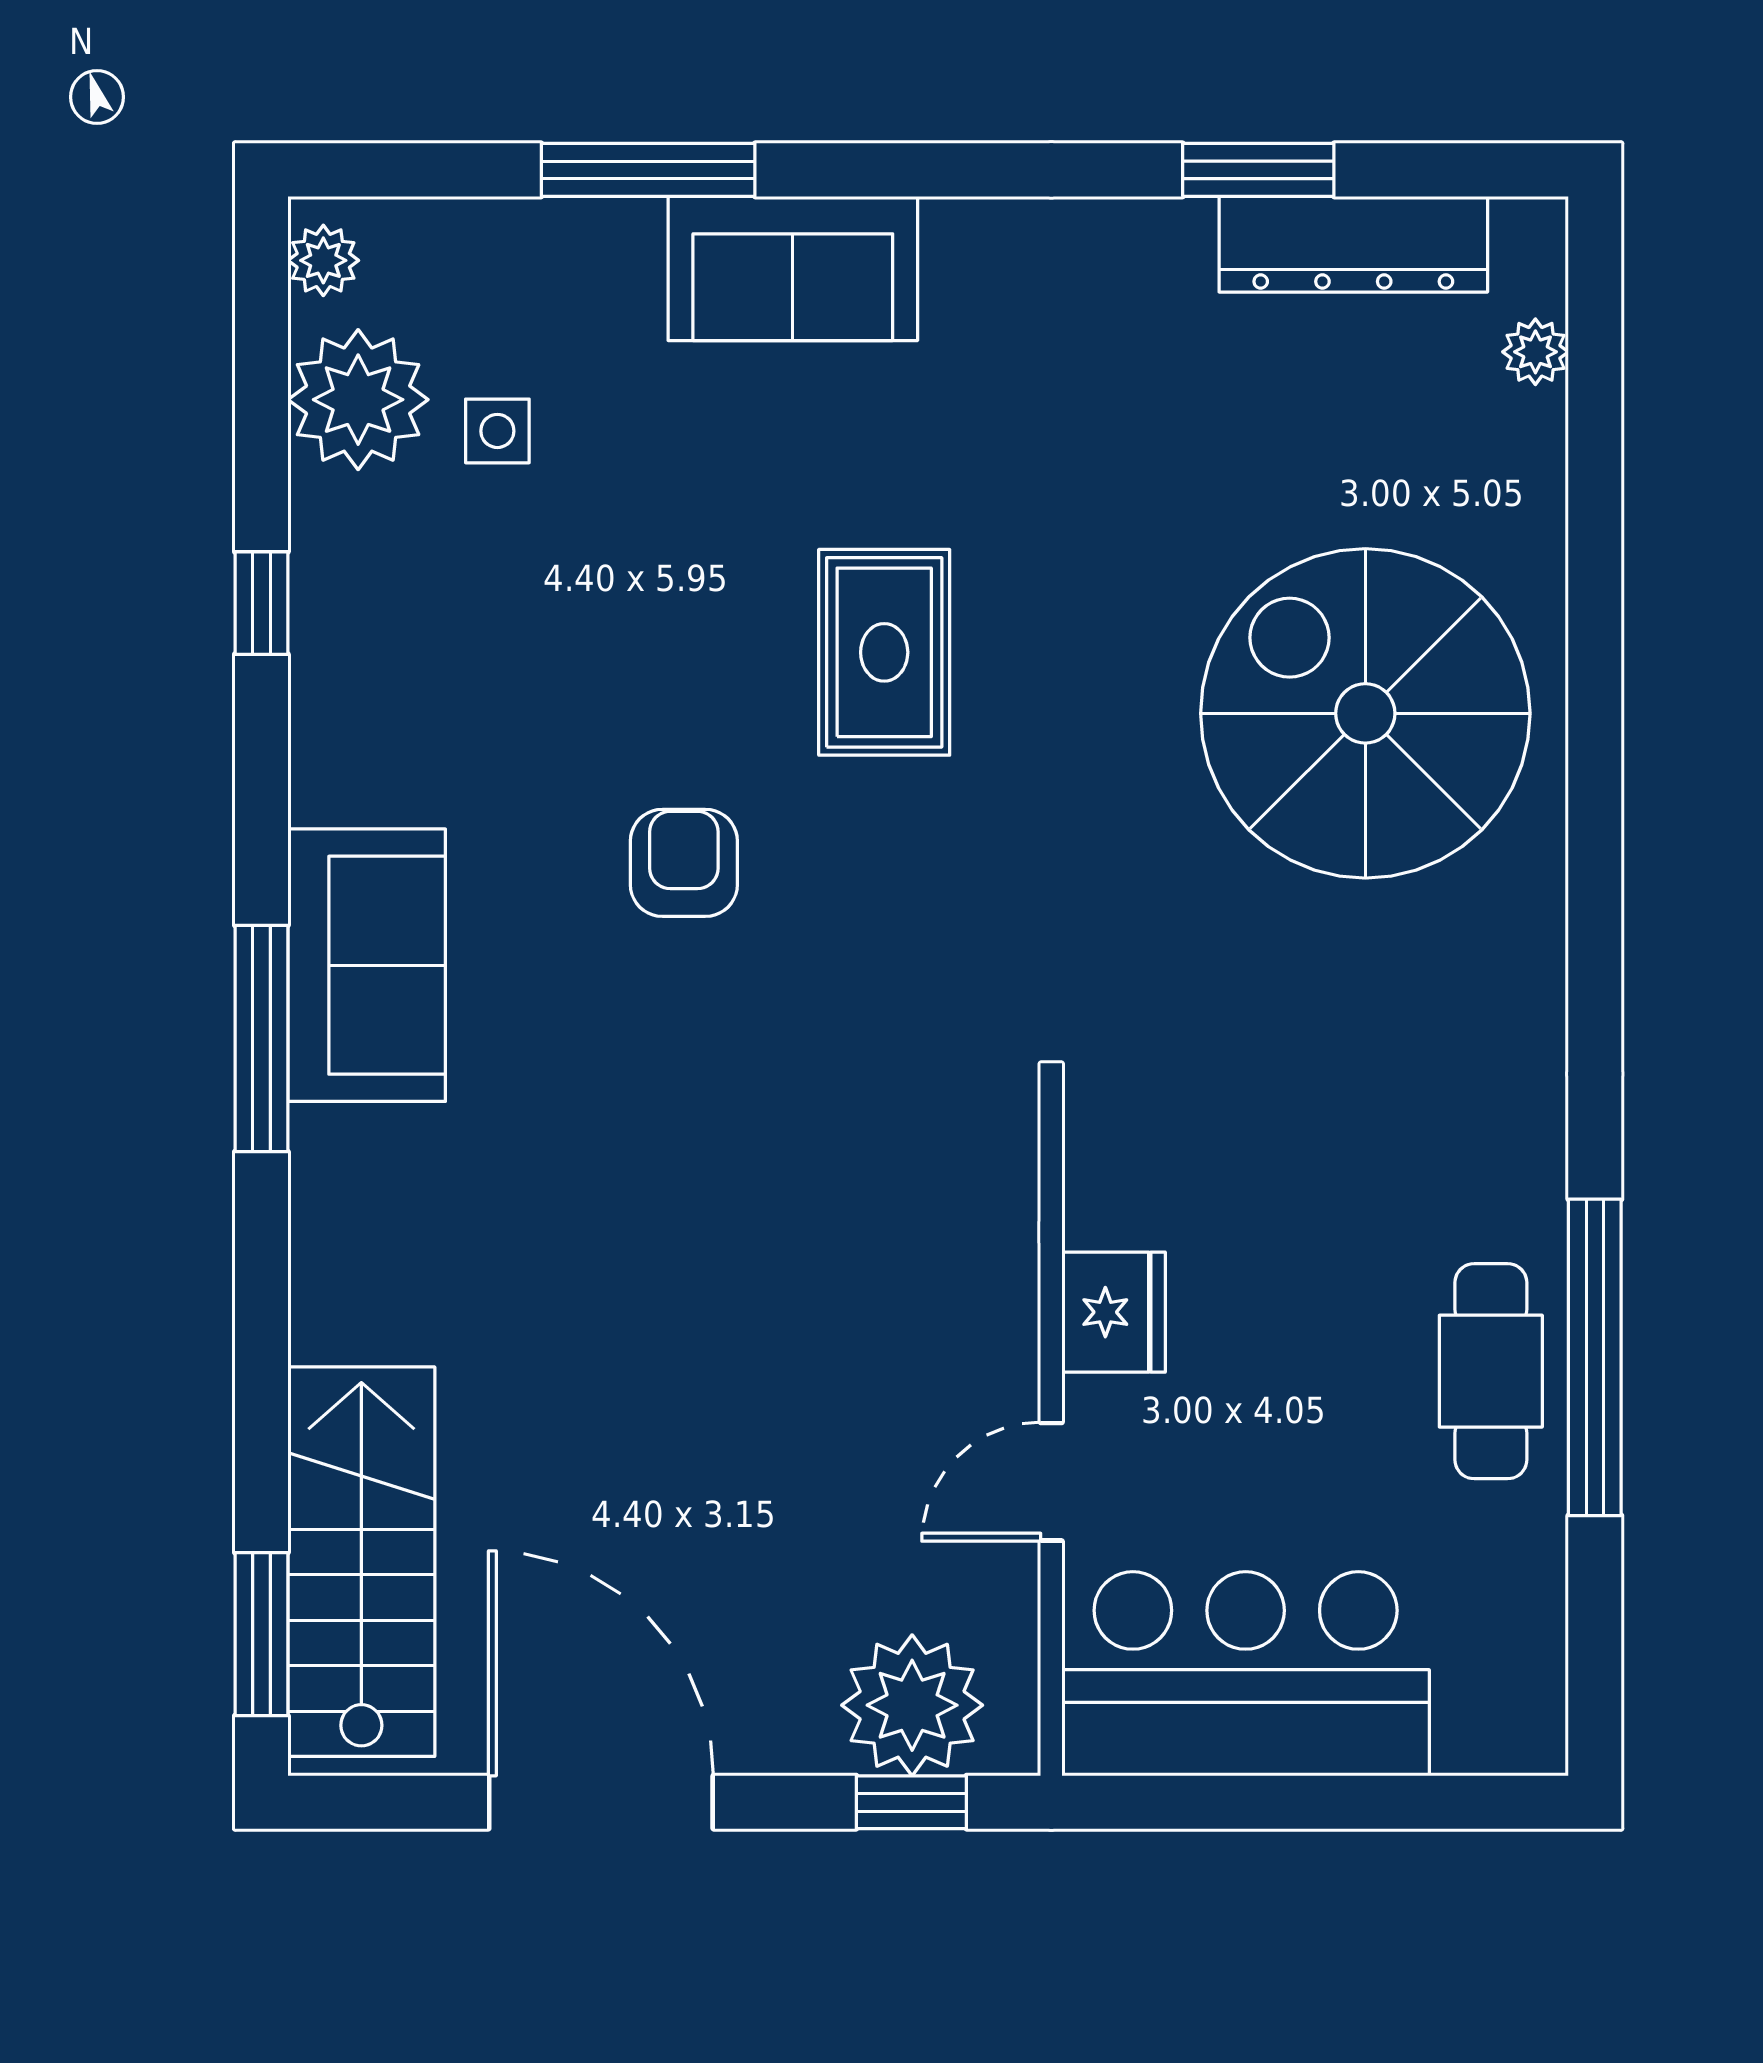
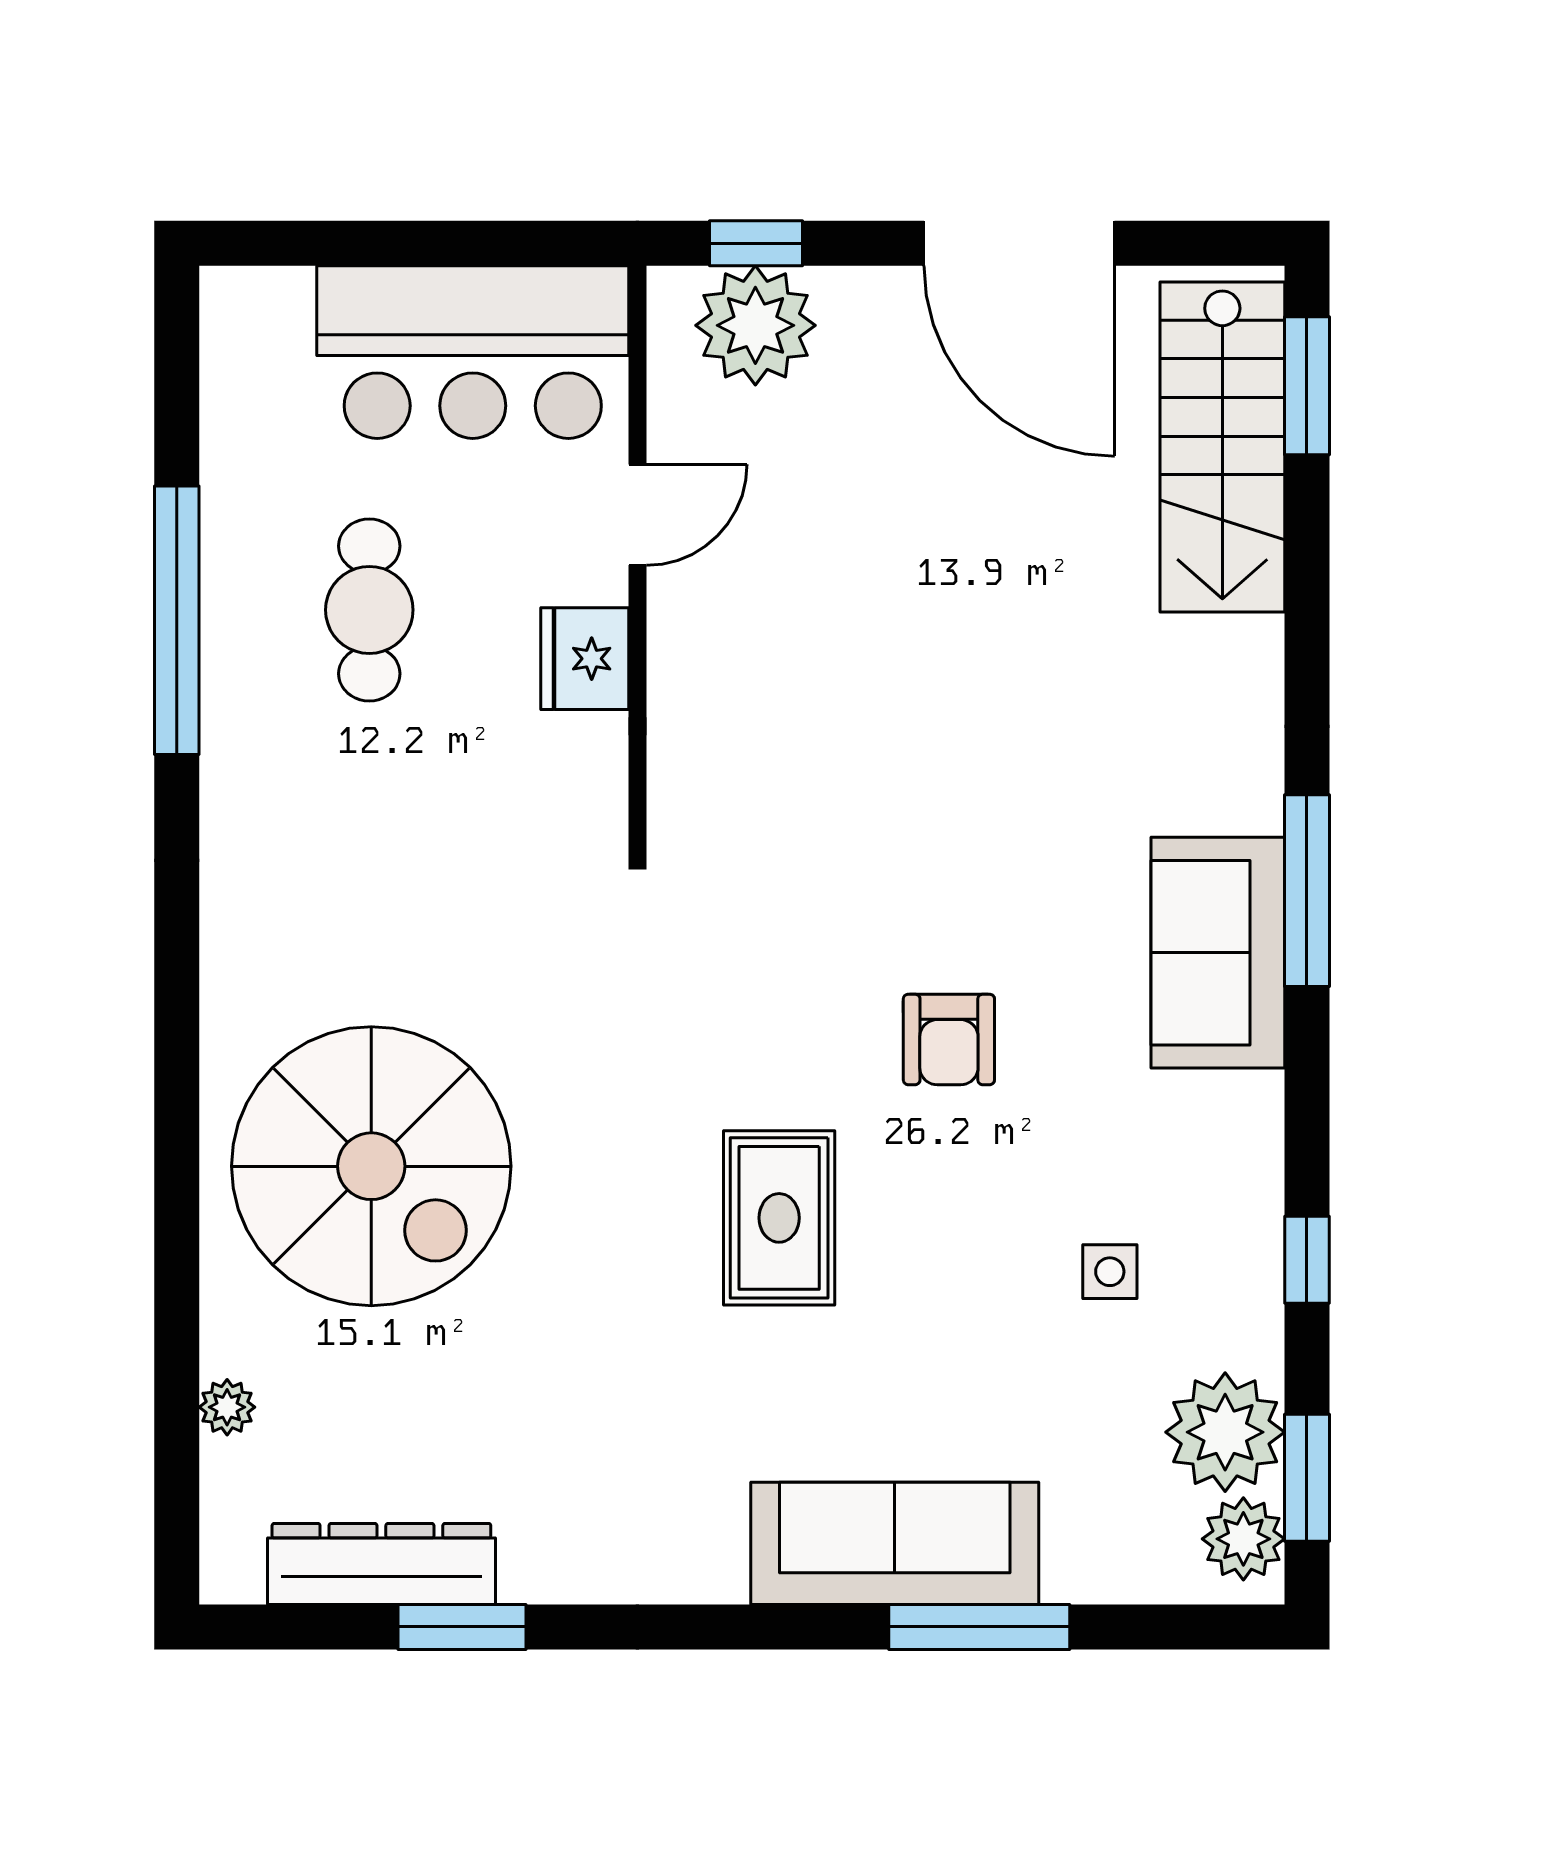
plant: (323, 260) -> (1243, 1539), width x1.38, depth x1.38
sofa: (793, 268) -> (895, 1543), width x1.36
window: (261, 346) -> (1307, 1478), added
plant: (1535, 352) -> (227, 1407), moved
side table: (497, 431) -> (1110, 1272), moved
cafe table: (1491, 1371) -> (369, 610), moved

